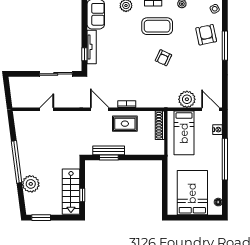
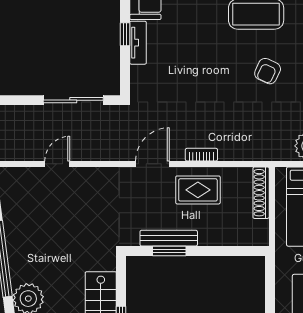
tv unit: (92, 47) -> (138, 43), width x0.71
window: (84, 54) -> (125, 34), moved
door: (100, 109) -> (152, 164), hinge flipped

